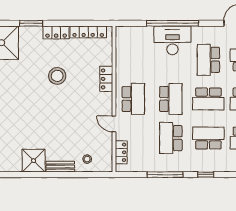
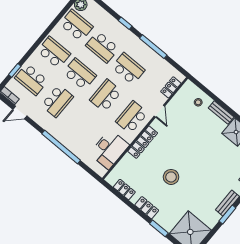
locker: (88, 32) -> (124, 190), width x0.66
desk: (172, 40) -> (109, 149), moved, turned -90
locker: (106, 79) -> (143, 142), width x1.53
school desk: (171, 138) -> (128, 69), turned -90

